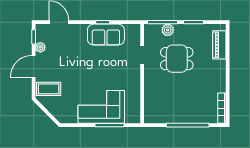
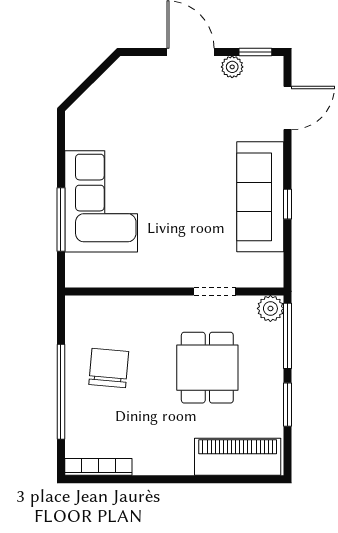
plant: (168, 30) -> (270, 308), moved
sofa: (106, 35) -> (260, 197), width x1.36
piano: (219, 45) -> (238, 457), width x1.37, depth x1.33
coffee table: (49, 89) -> (141, 85), removed
chair: (177, 103) -> (109, 368), added

